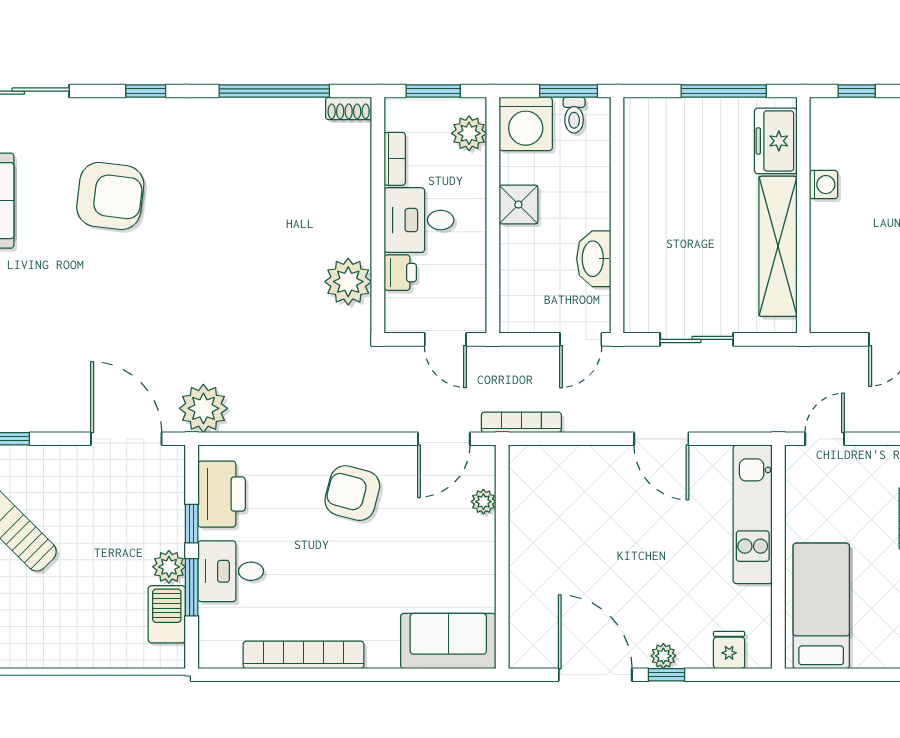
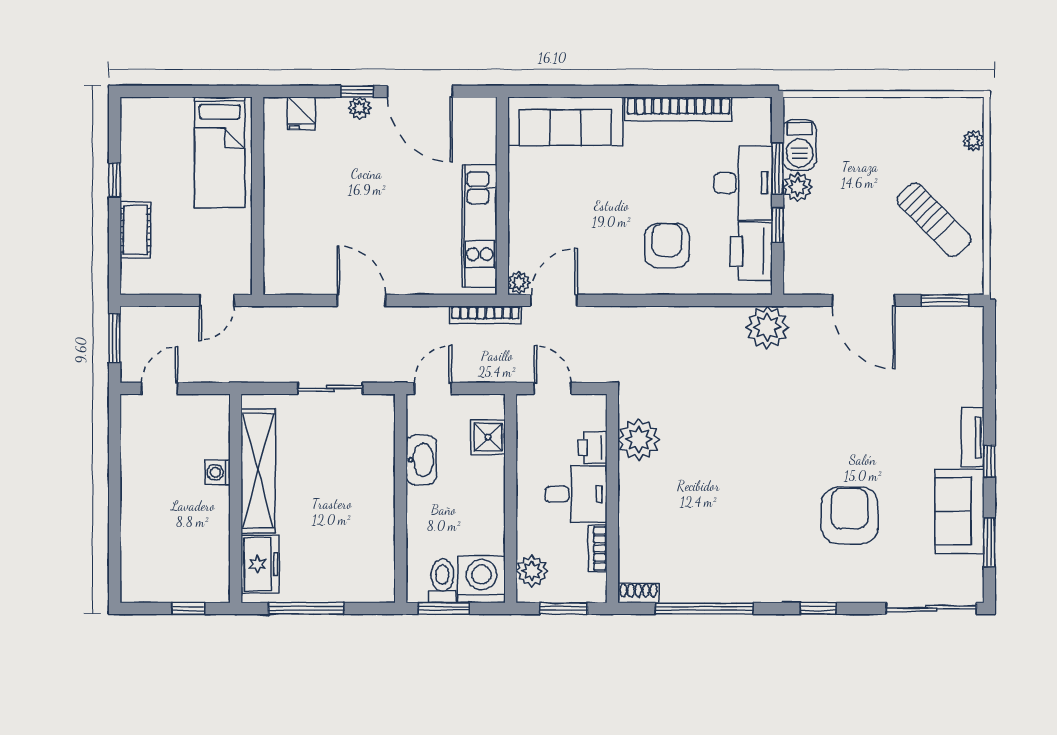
toilet: (574, 115) -> (442, 581), width x1.37, depth x1.39
washing machine: (824, 185) -> (218, 472), moved
armchair: (110, 196) -> (850, 515), turned 83
shower: (518, 204) -> (488, 437), moved
door: (126, 439) -> (864, 300), moved
armchair: (352, 493) -> (667, 246), moved, turned -105
plant: (483, 502) -> (519, 282), moved
kitchen unit: (753, 514) -> (480, 226), moved, turned 180
desk: (231, 571) -> (743, 183), width x1.37
sofa: (448, 641) -> (565, 121), width x1.36

